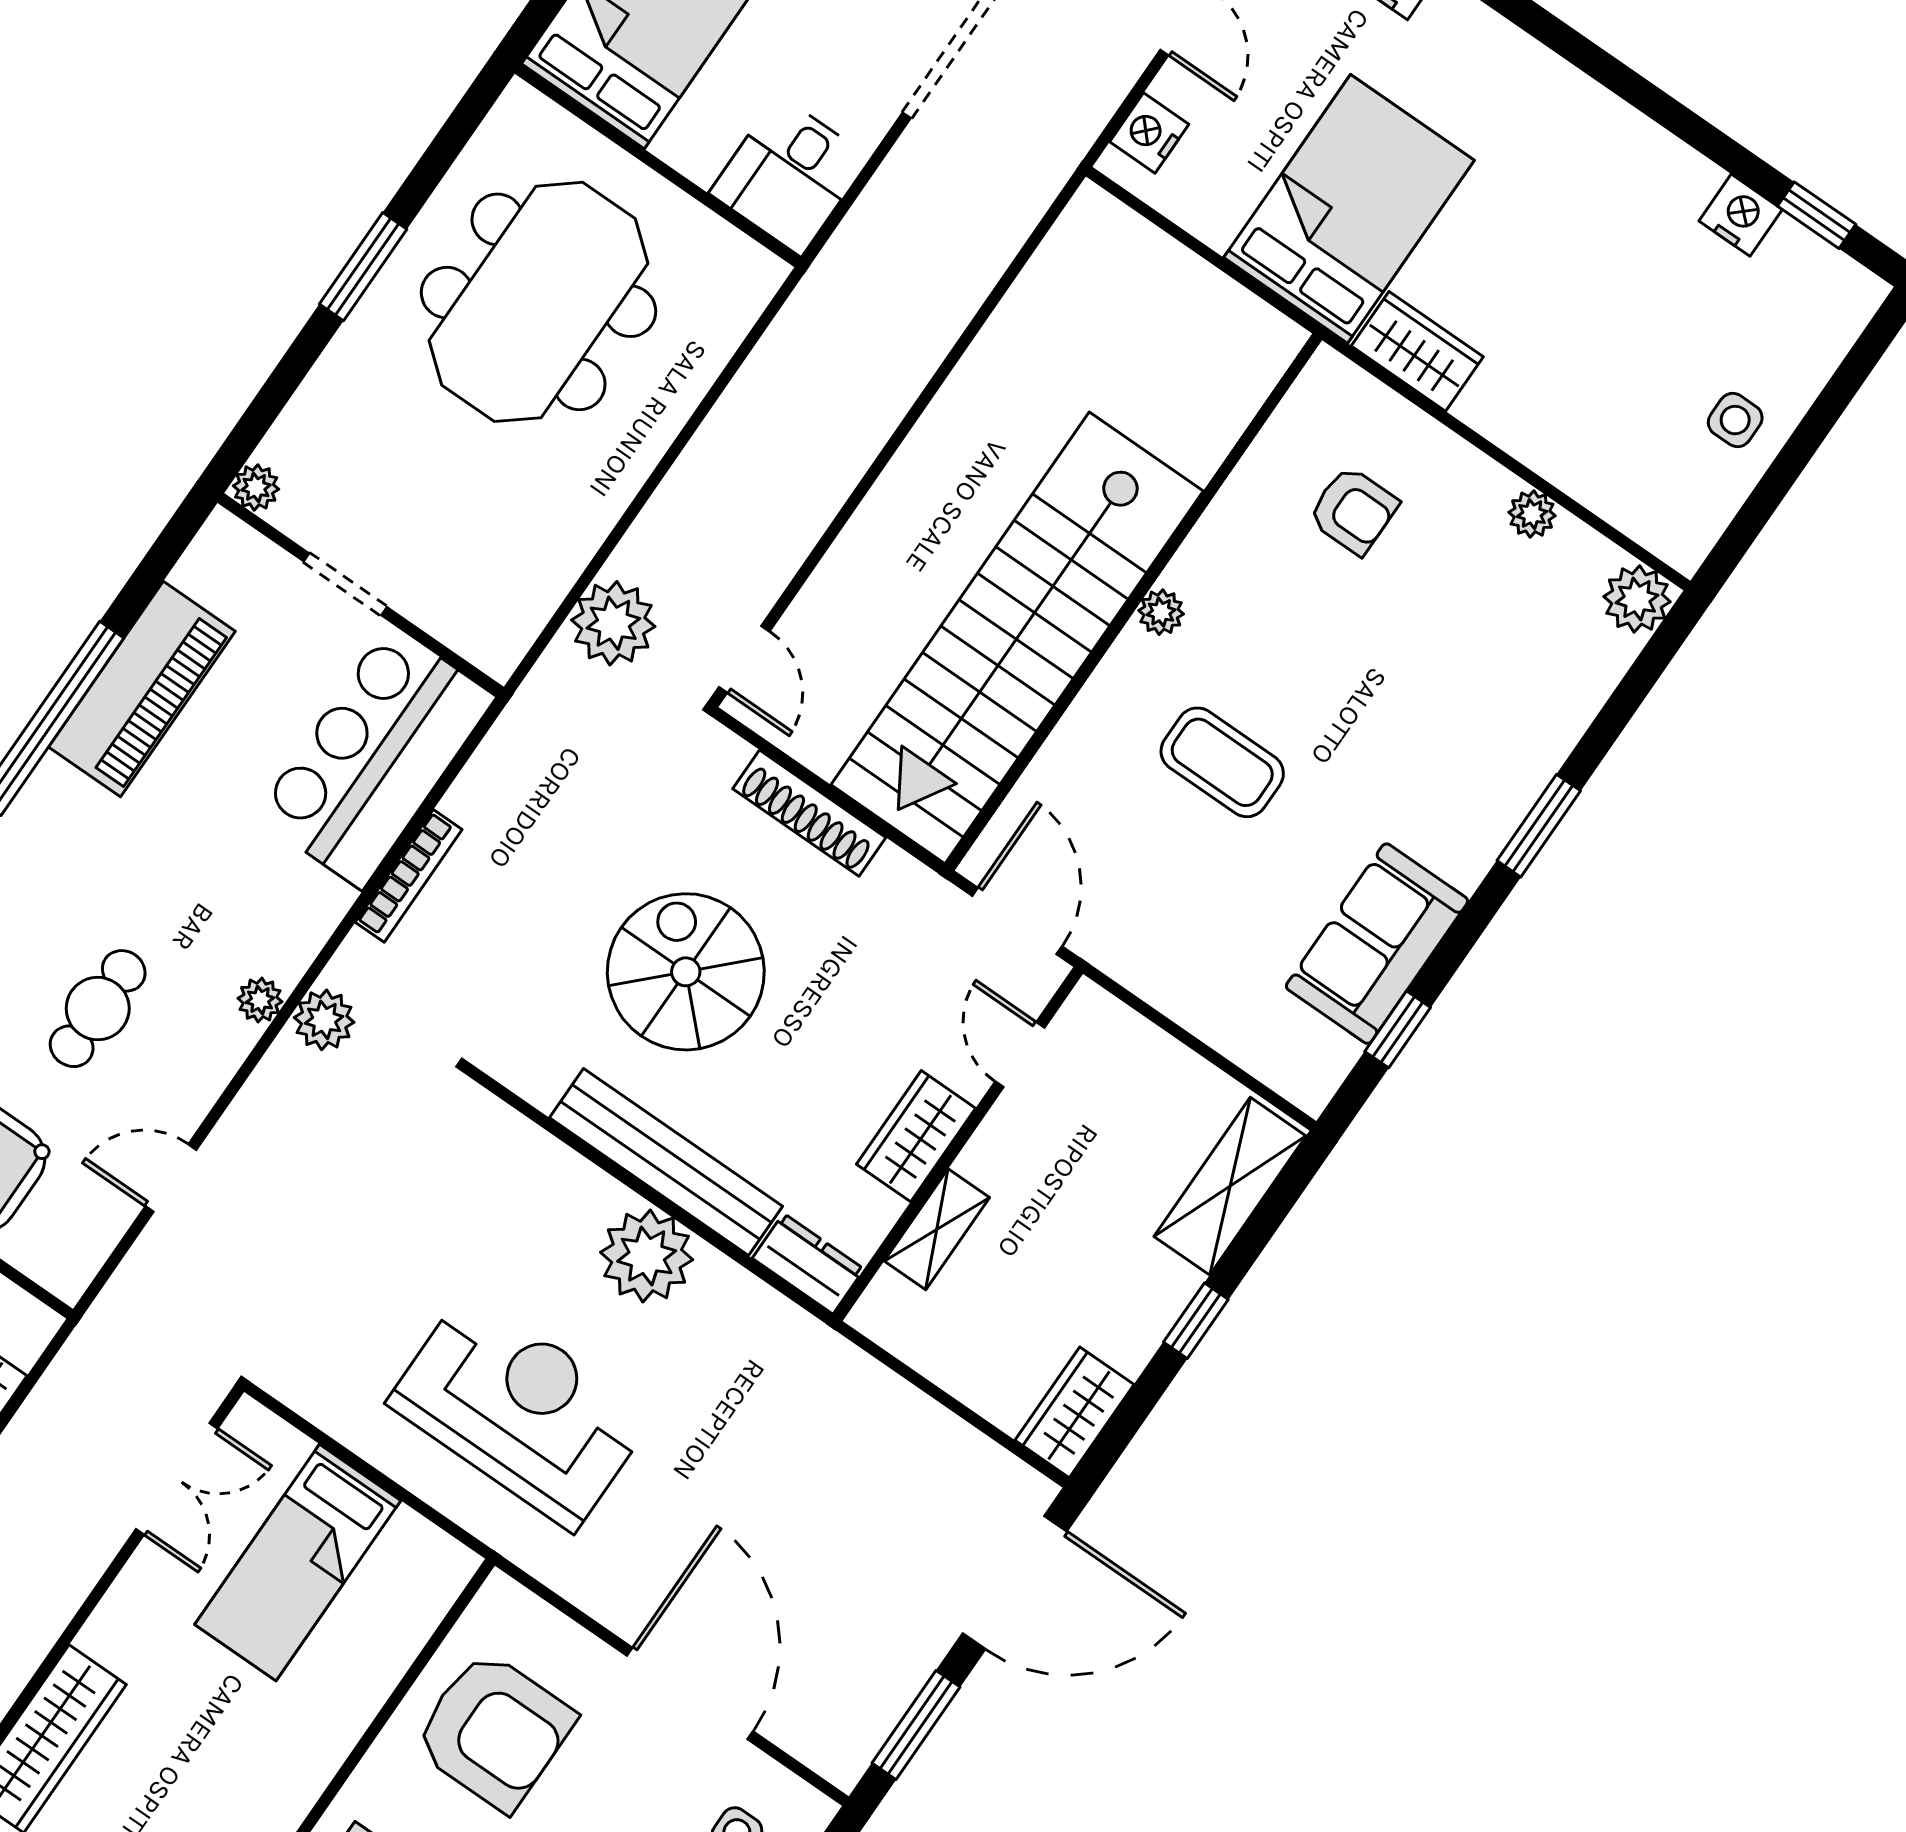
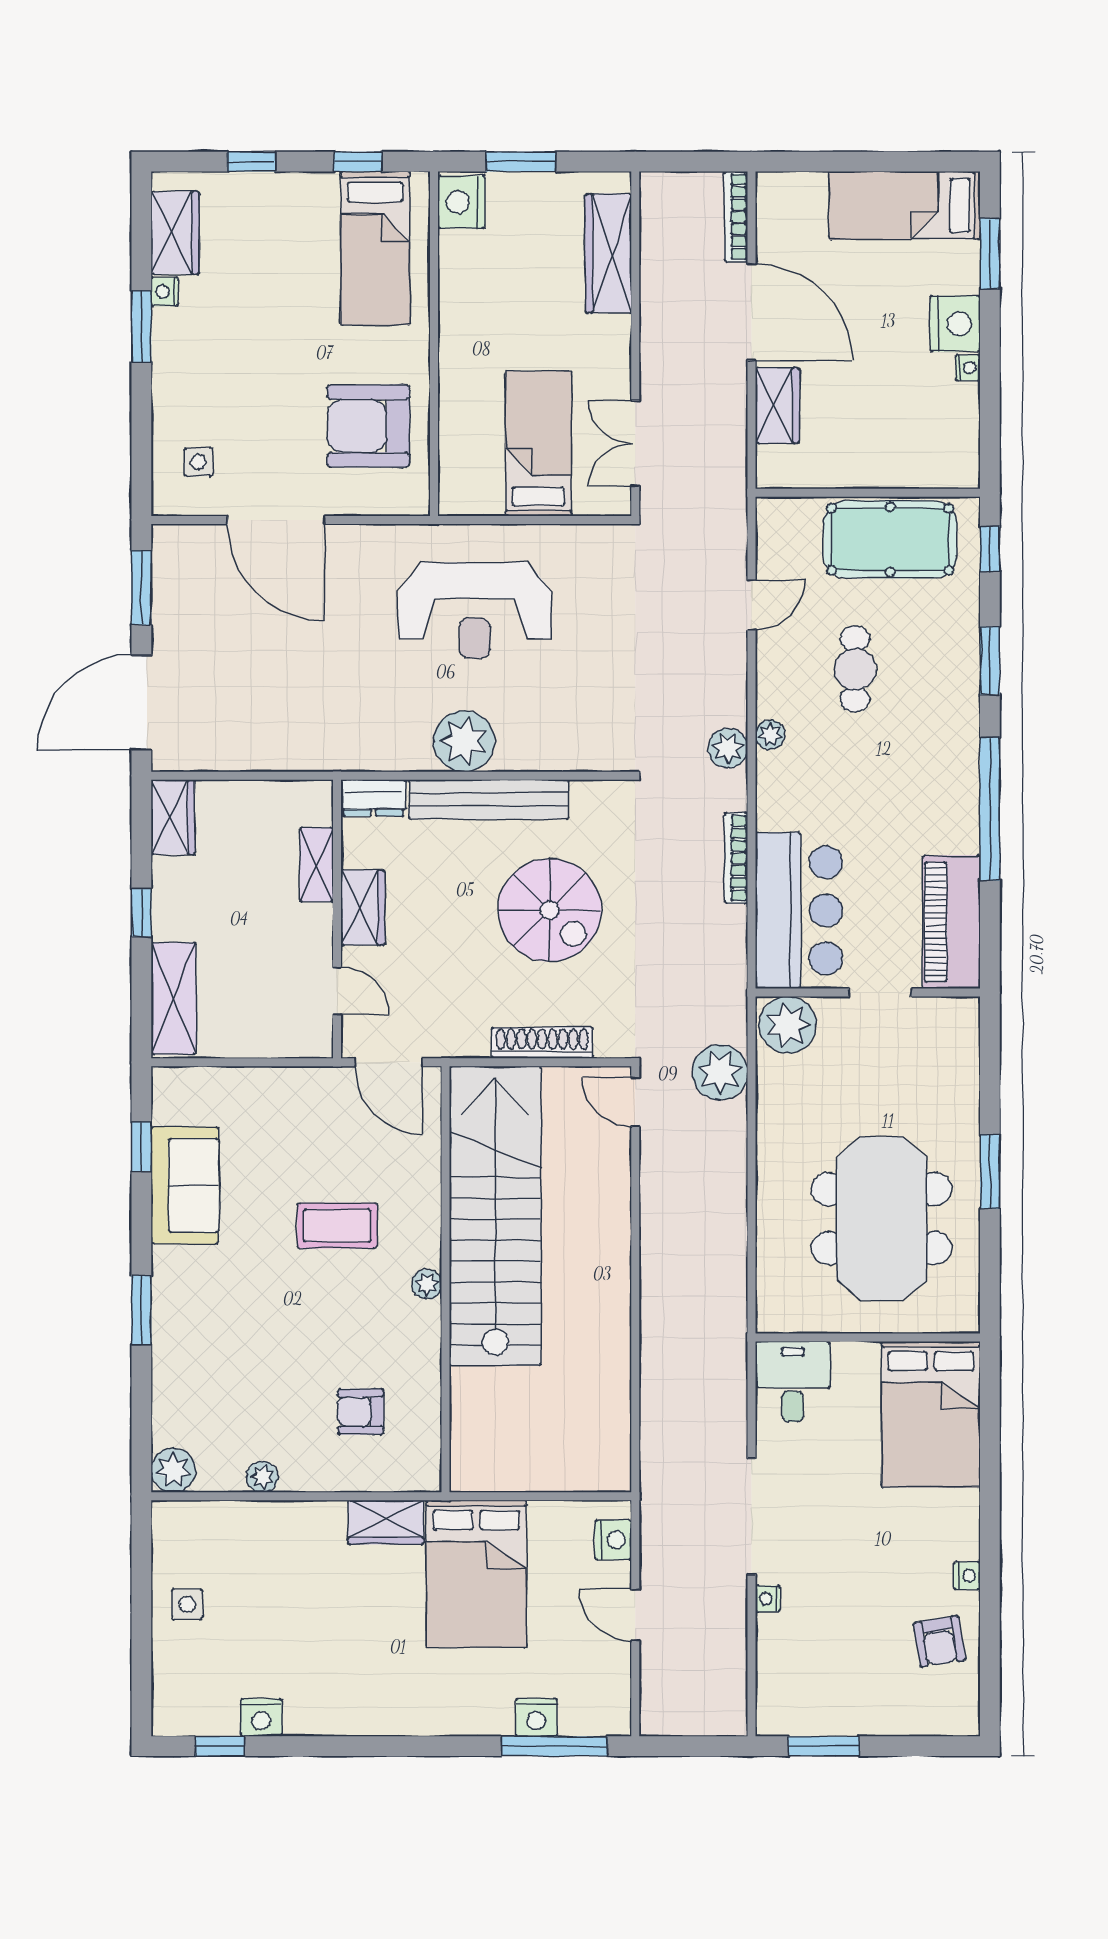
plant: (256, 487) -> (788, 1025), moved, width x1.87, depth x1.87
piano: (142, 689) -> (951, 922), moved

